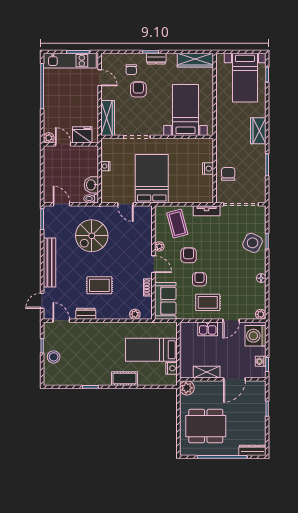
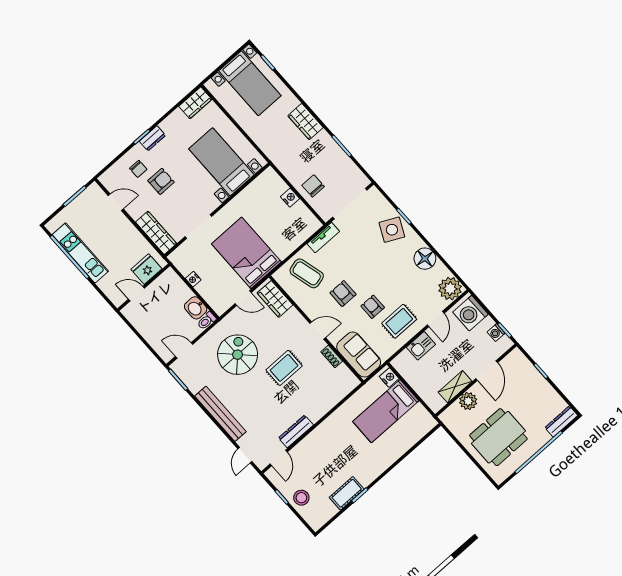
wardrobe: (195, 60) -> (195, 103), width x0.67
kitchen unit: (70, 61) -> (80, 253), moved, turned -90
armchair: (138, 89) -> (161, 181), turned 90
plant: (49, 138) -> (118, 299), removed
wardrobe: (144, 222) -> (275, 299), added
spiral stairs: (92, 236) -> (238, 355), turned 180
plant: (159, 246) -> (309, 309), removed
floor lamp: (261, 278) -> (425, 259), width x1.89, depth x1.89
rug: (99, 285) -> (284, 368), moved
dresser: (86, 314) -> (296, 431), width x1.44
plant: (135, 314) -> (342, 392), removed
plant: (261, 314) -> (450, 289), width x1.88, depth x1.88
door: (61, 321) -> (279, 458), swing flipped
nightstand: (172, 368) -> (389, 377), moved
cot: (125, 379) -> (347, 493), moved
plant: (187, 388) -> (468, 401), moved

